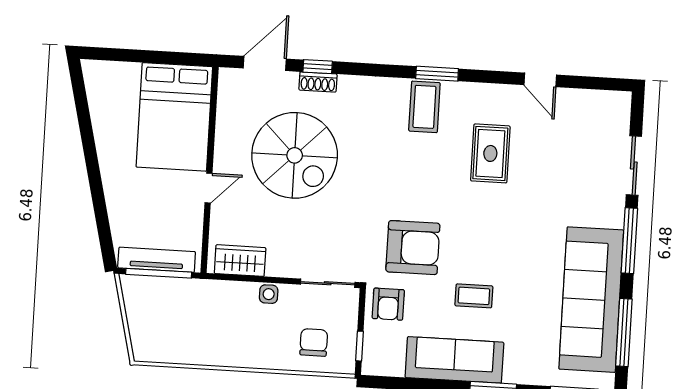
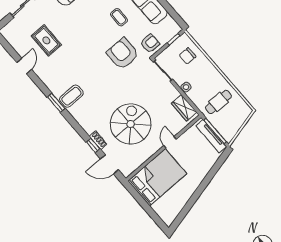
rug: (490, 153) -> (46, 40), moved, turned 90
door: (209, 188) -> (170, 142), hinge flipped
cafe table: (198, 321) -> (218, 102), added

